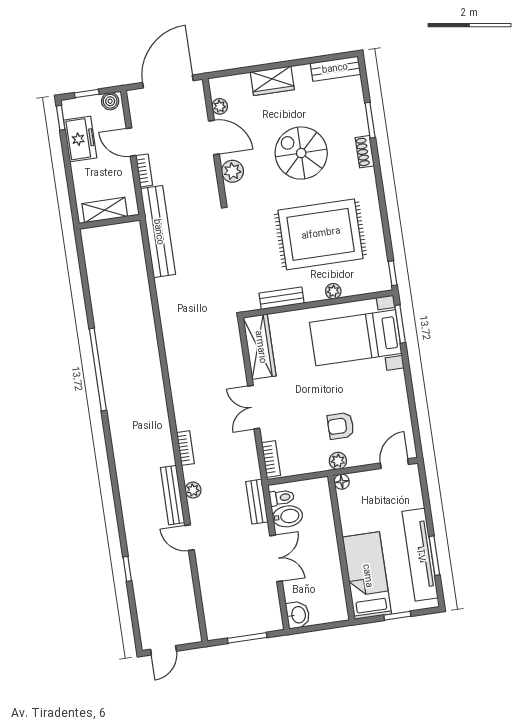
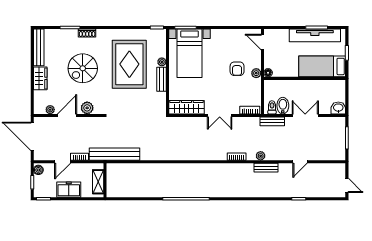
bench: (335, 69) -> (39, 47), width x1.36
freezer: (80, 139) -> (69, 190), moved
bench: (282, 298) -> (162, 79), moved
bench: (172, 495) -> (266, 168), width x0.73
door: (189, 538) -> (300, 162), moved

